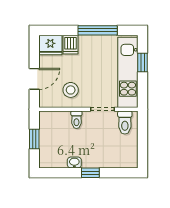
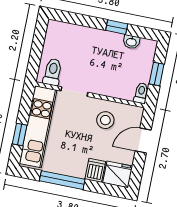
toilet: (76, 120) -> (141, 93), moved
washbasin: (74, 162) -> (131, 42), moved
window: (90, 173) -> (117, 27), moved

